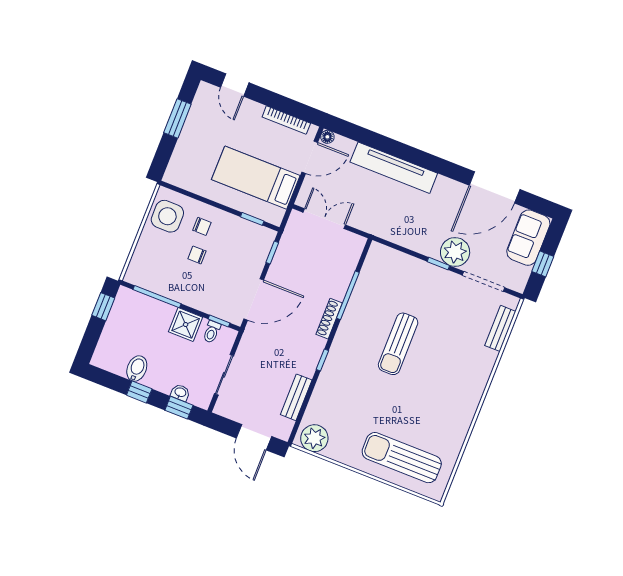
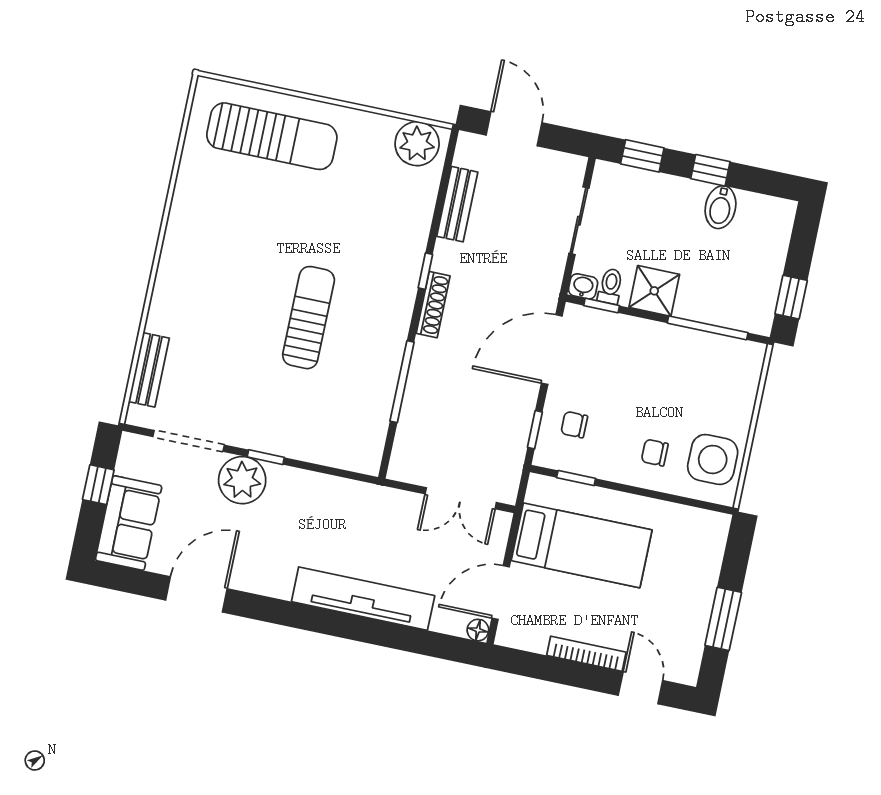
bookcase: (286, 120) -> (586, 654), moved
door: (495, 187) -> (196, 594), width x0.73
chair: (197, 255) -> (574, 425), moved, turned 180
shoe rack: (329, 319) -> (433, 305), moved
washbasin: (180, 393) -> (583, 286), moved, turned 180

